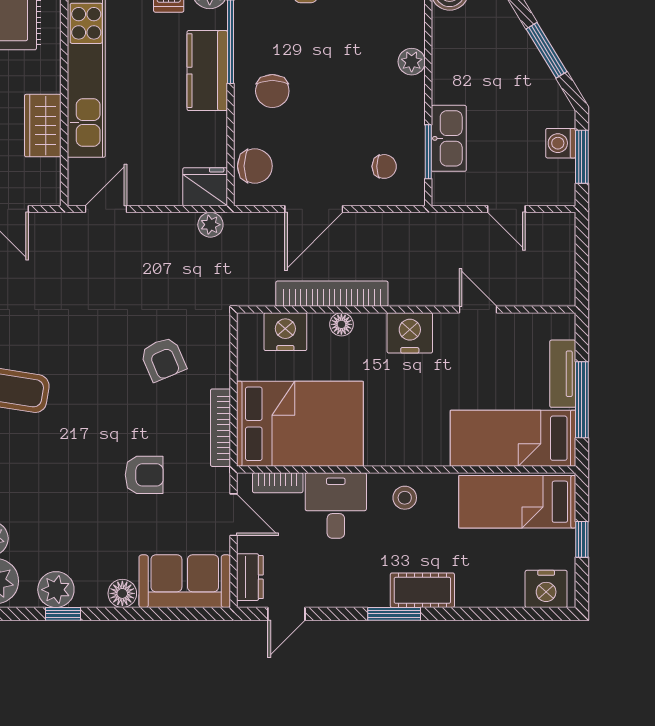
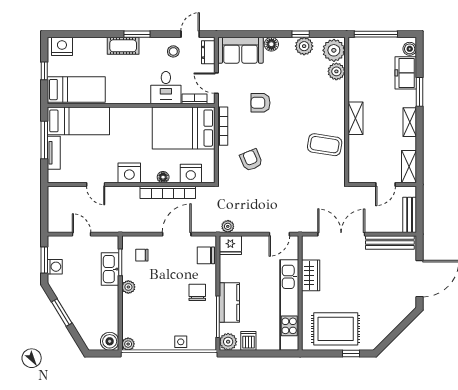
plant: (412, 62) -> (128, 287), moved
stool: (405, 498) -> (173, 51), moved

